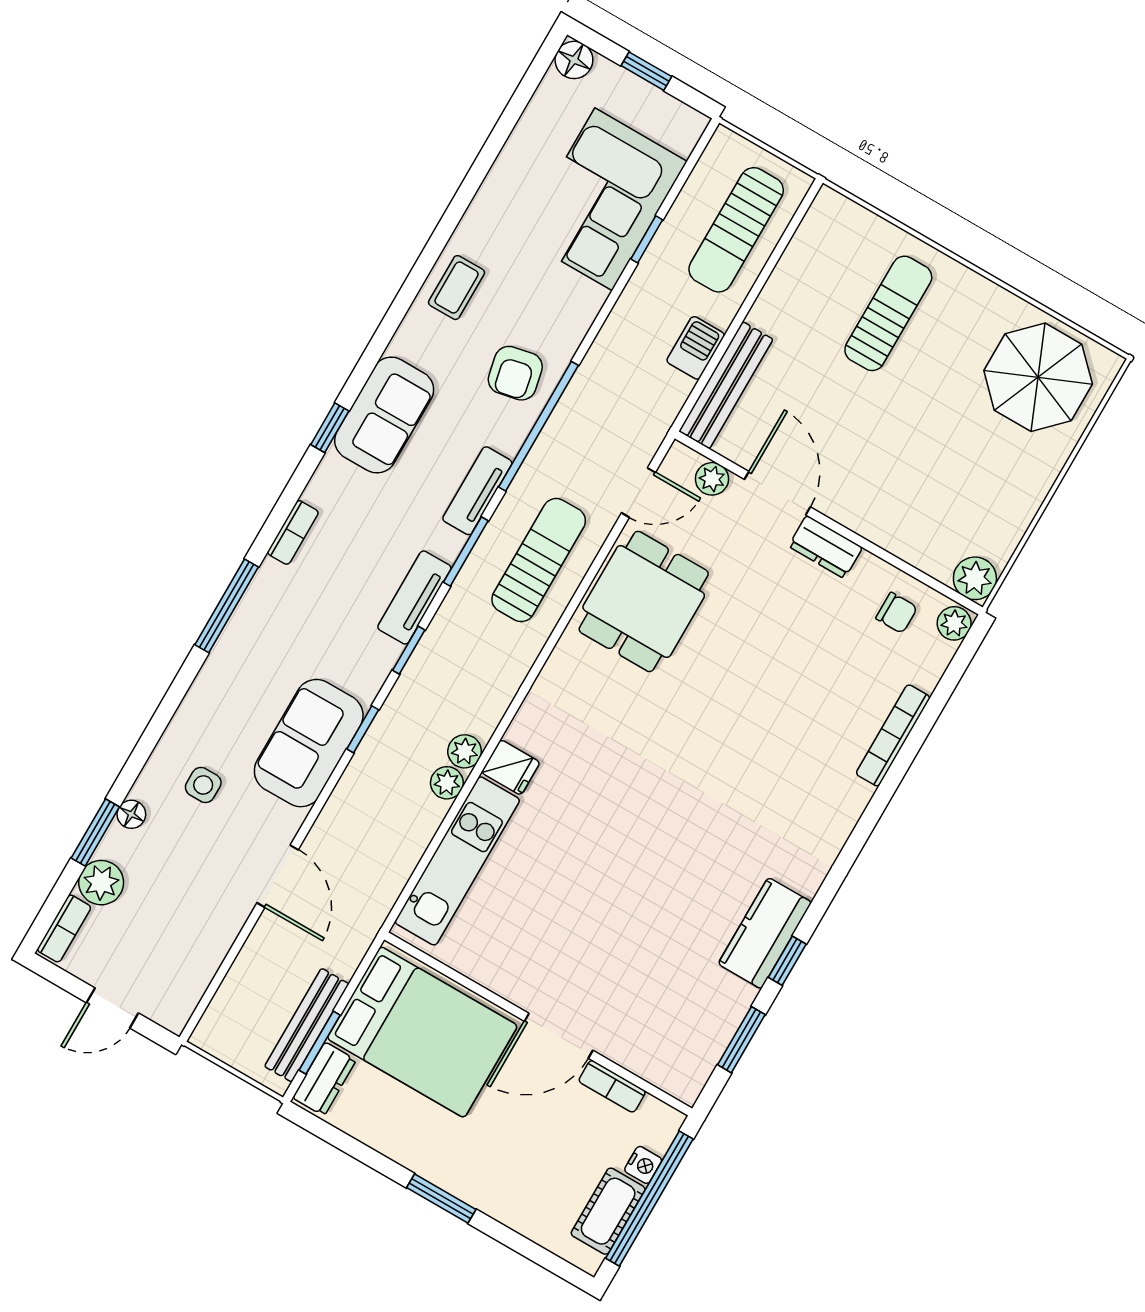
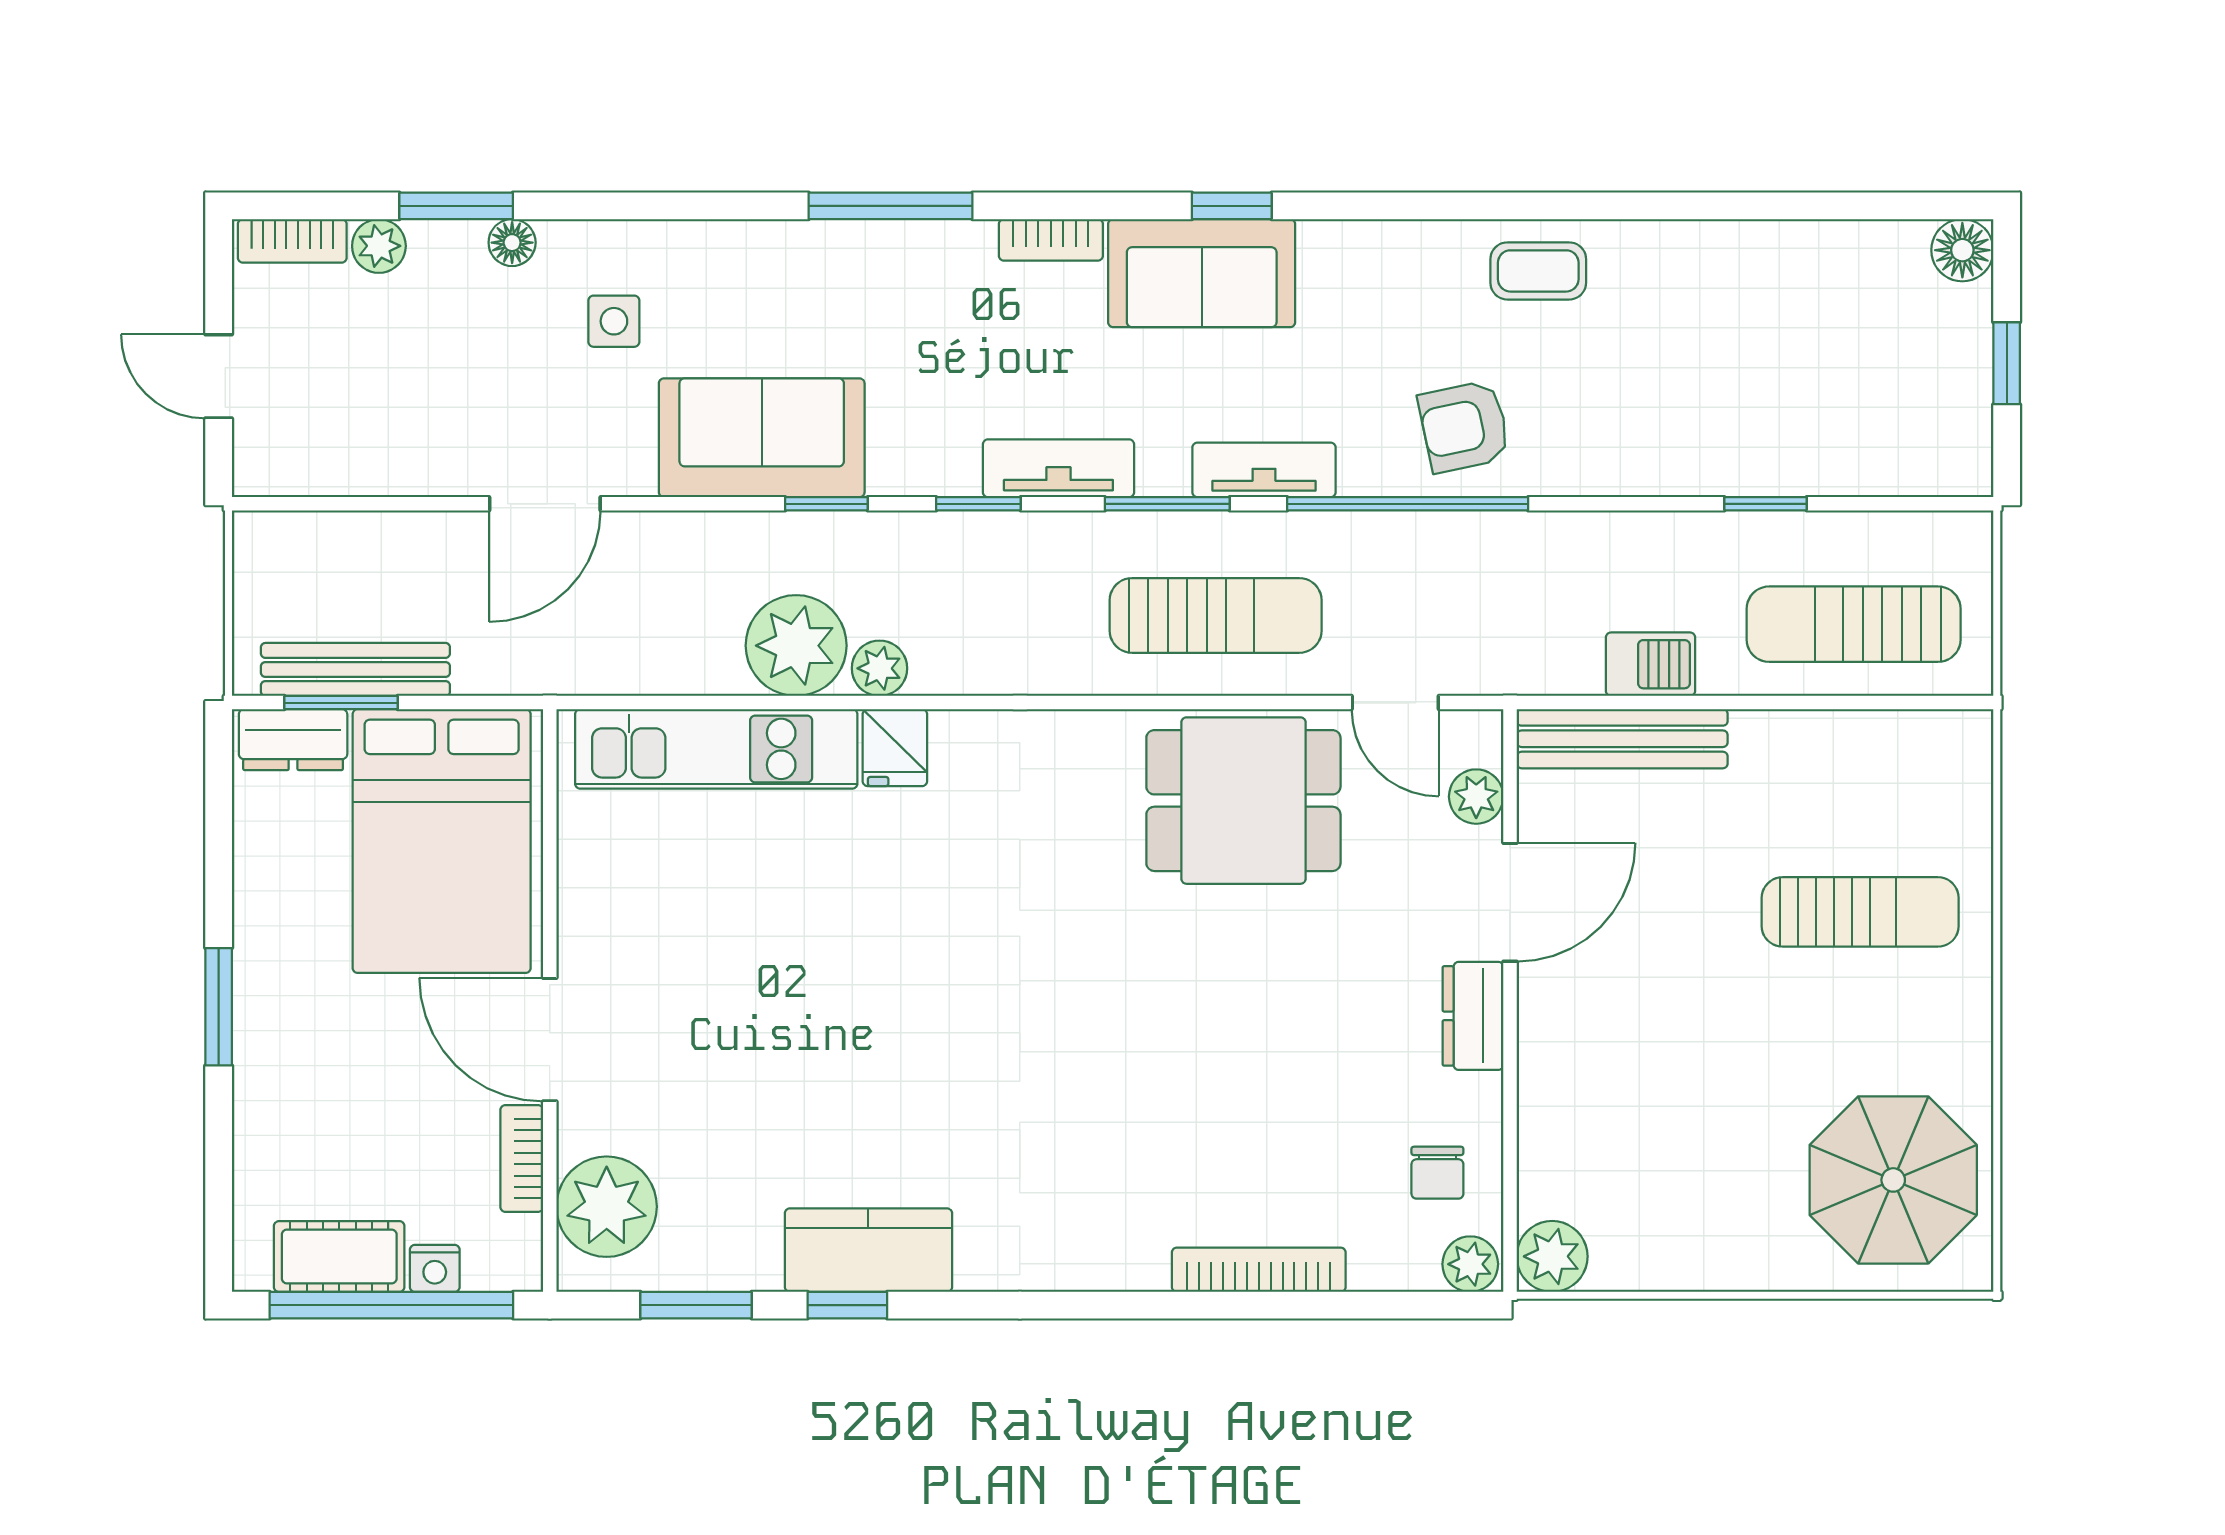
corner sofa: (604, 199) -> (1787, 409), removed
sofa: (384, 415) -> (1202, 273), moved
plant: (447, 783) -> (796, 646), width x1.88, depth x1.88
plant: (101, 883) -> (379, 246), width x0.73, depth x0.73
plant: (663, 1057) -> (607, 1207), added

